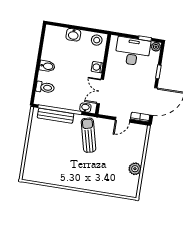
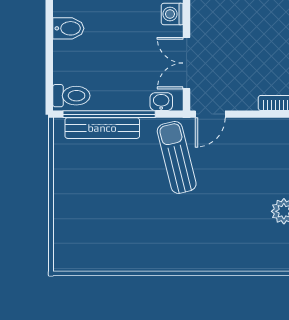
toilet: (45, 87) -> (71, 96), moved
door: (123, 120) -> (210, 114), moved

